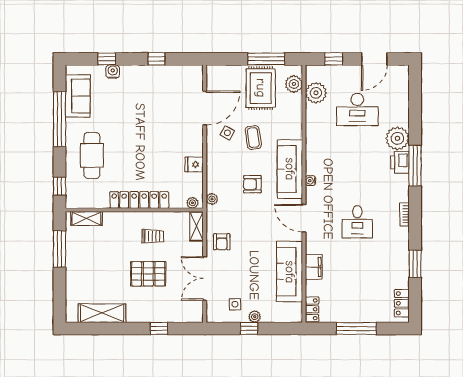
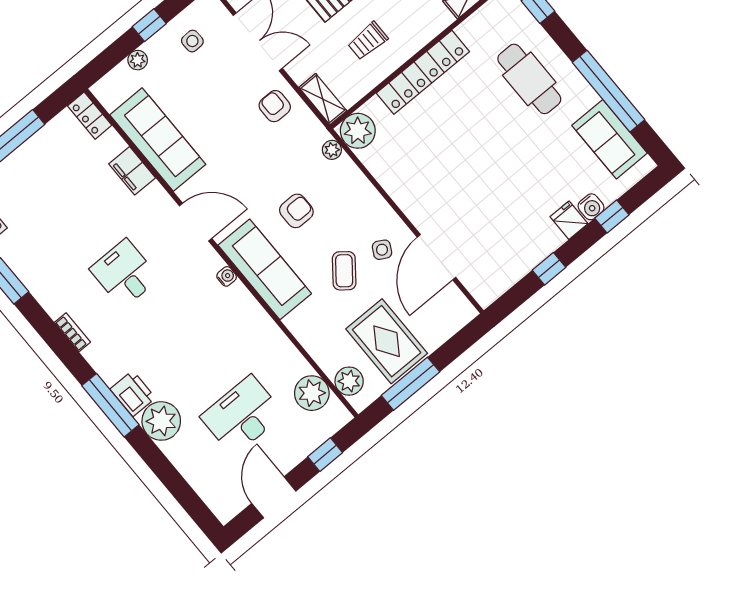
coffee table: (253, 138) -> (344, 271), turned 46
fridge: (194, 164) -> (569, 220), moved, turned -90
plant: (192, 203) -> (358, 131), width x1.87, depth x1.87
plant: (255, 317) -> (138, 60), moved

